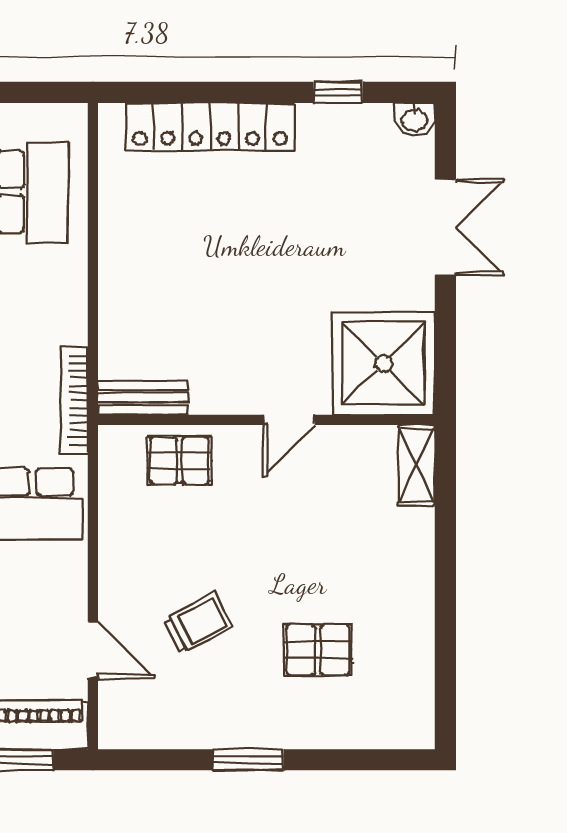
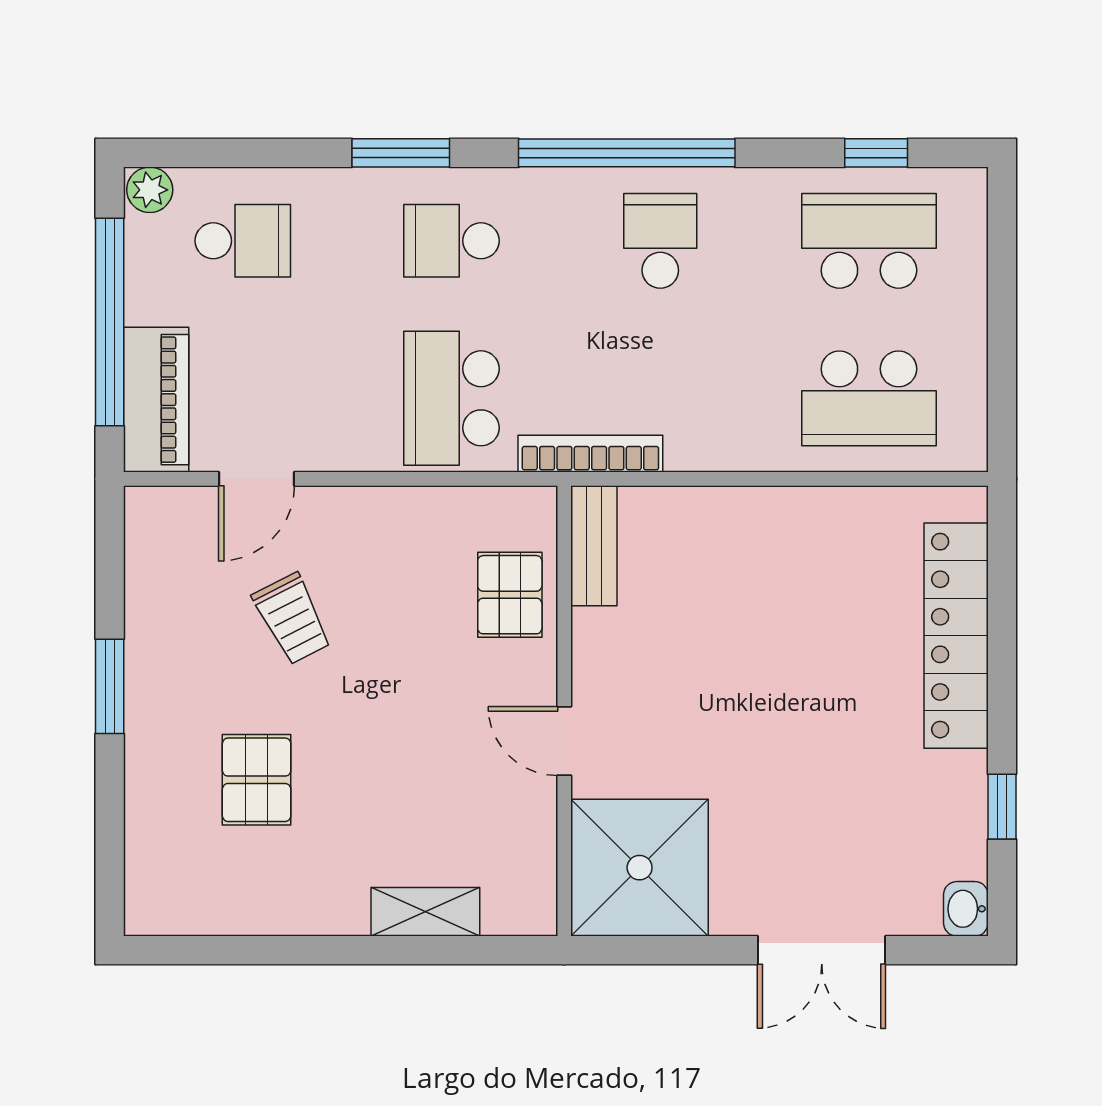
shelving: (417, 465) -> (425, 912), moved

